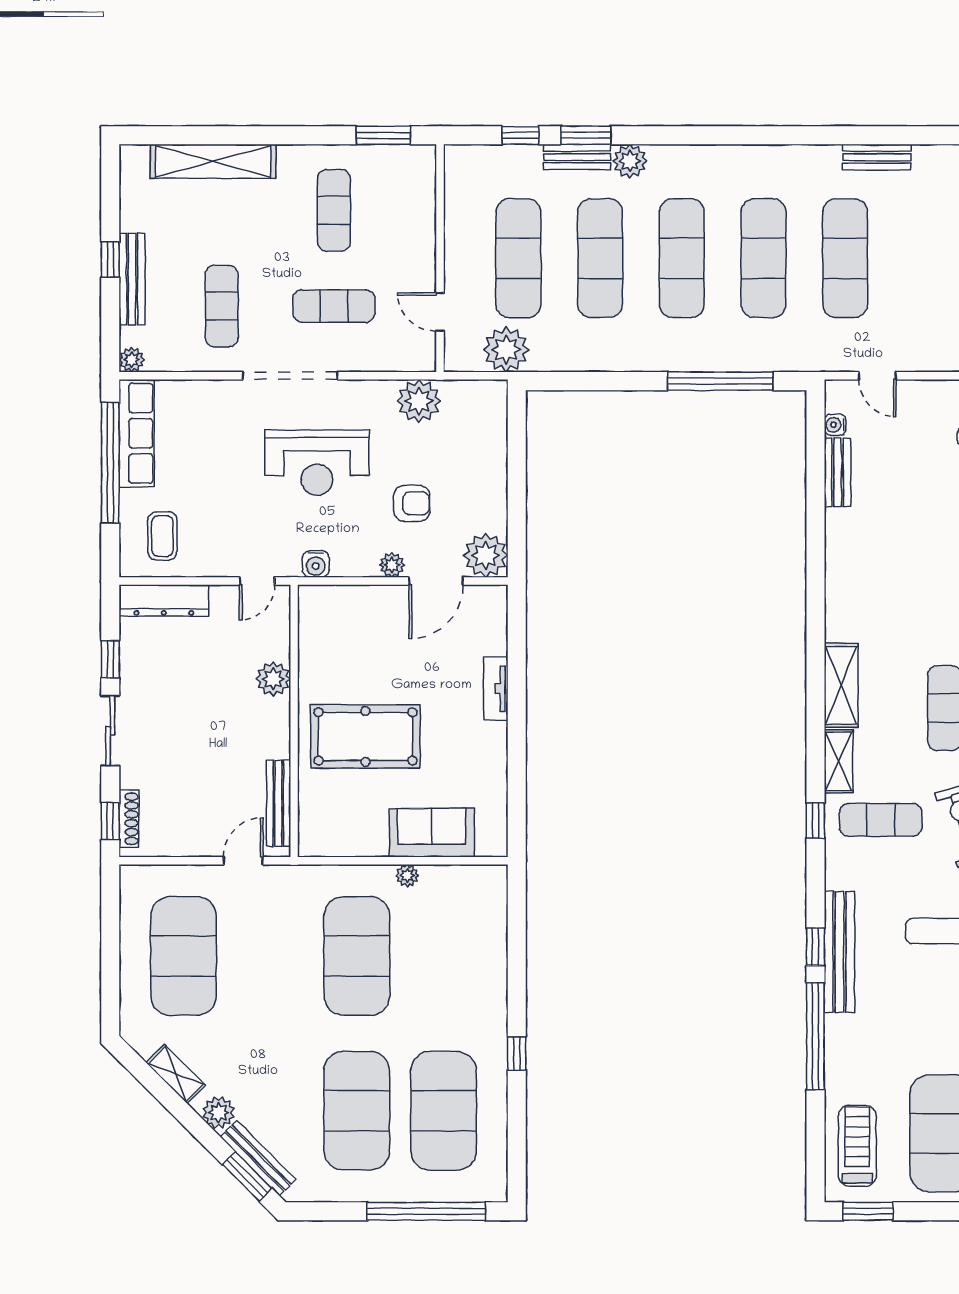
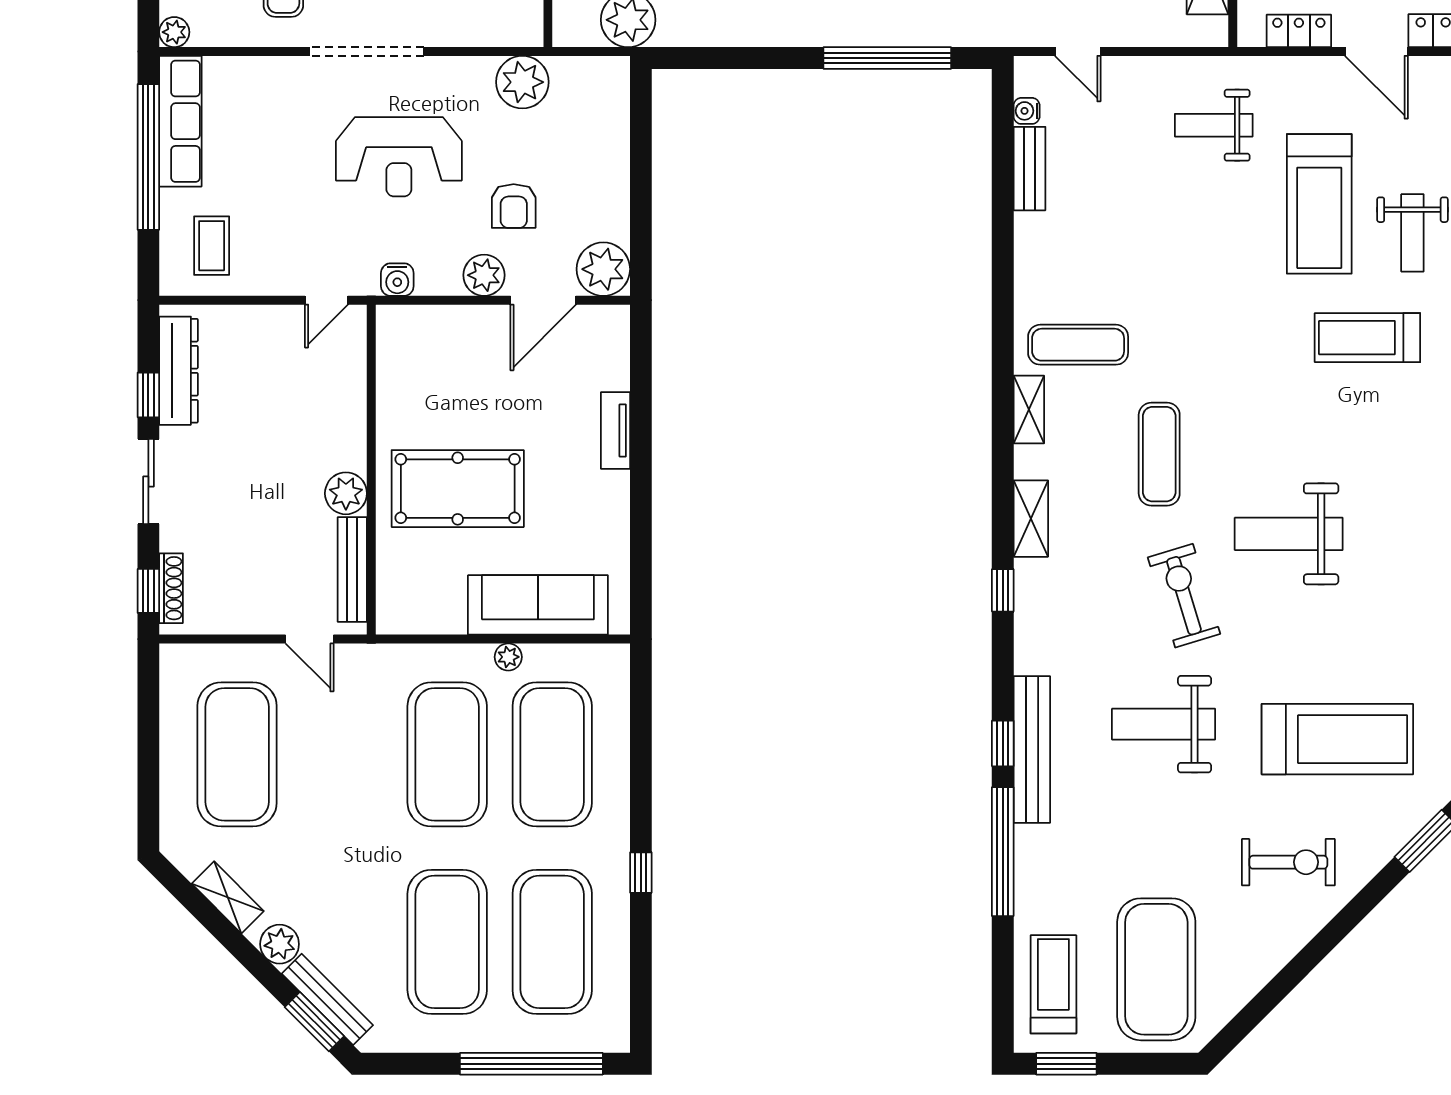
armchair: (412, 503) -> (514, 206), turned 90
plant: (392, 565) -> (484, 275), width x1.38, depth x1.38
dresser: (164, 601) -> (179, 371), moved, turned -90
plant: (273, 679) -> (346, 493), moved
shelving: (841, 685) -> (1029, 410), width x0.67, depth x0.75
exercise mat: (881, 820) -> (1078, 345), moved
sofa: (432, 833) -> (538, 605), width x1.36
door: (243, 861) -> (310, 639), swing flipped
exercise mat: (444, 956) -> (552, 754), added

